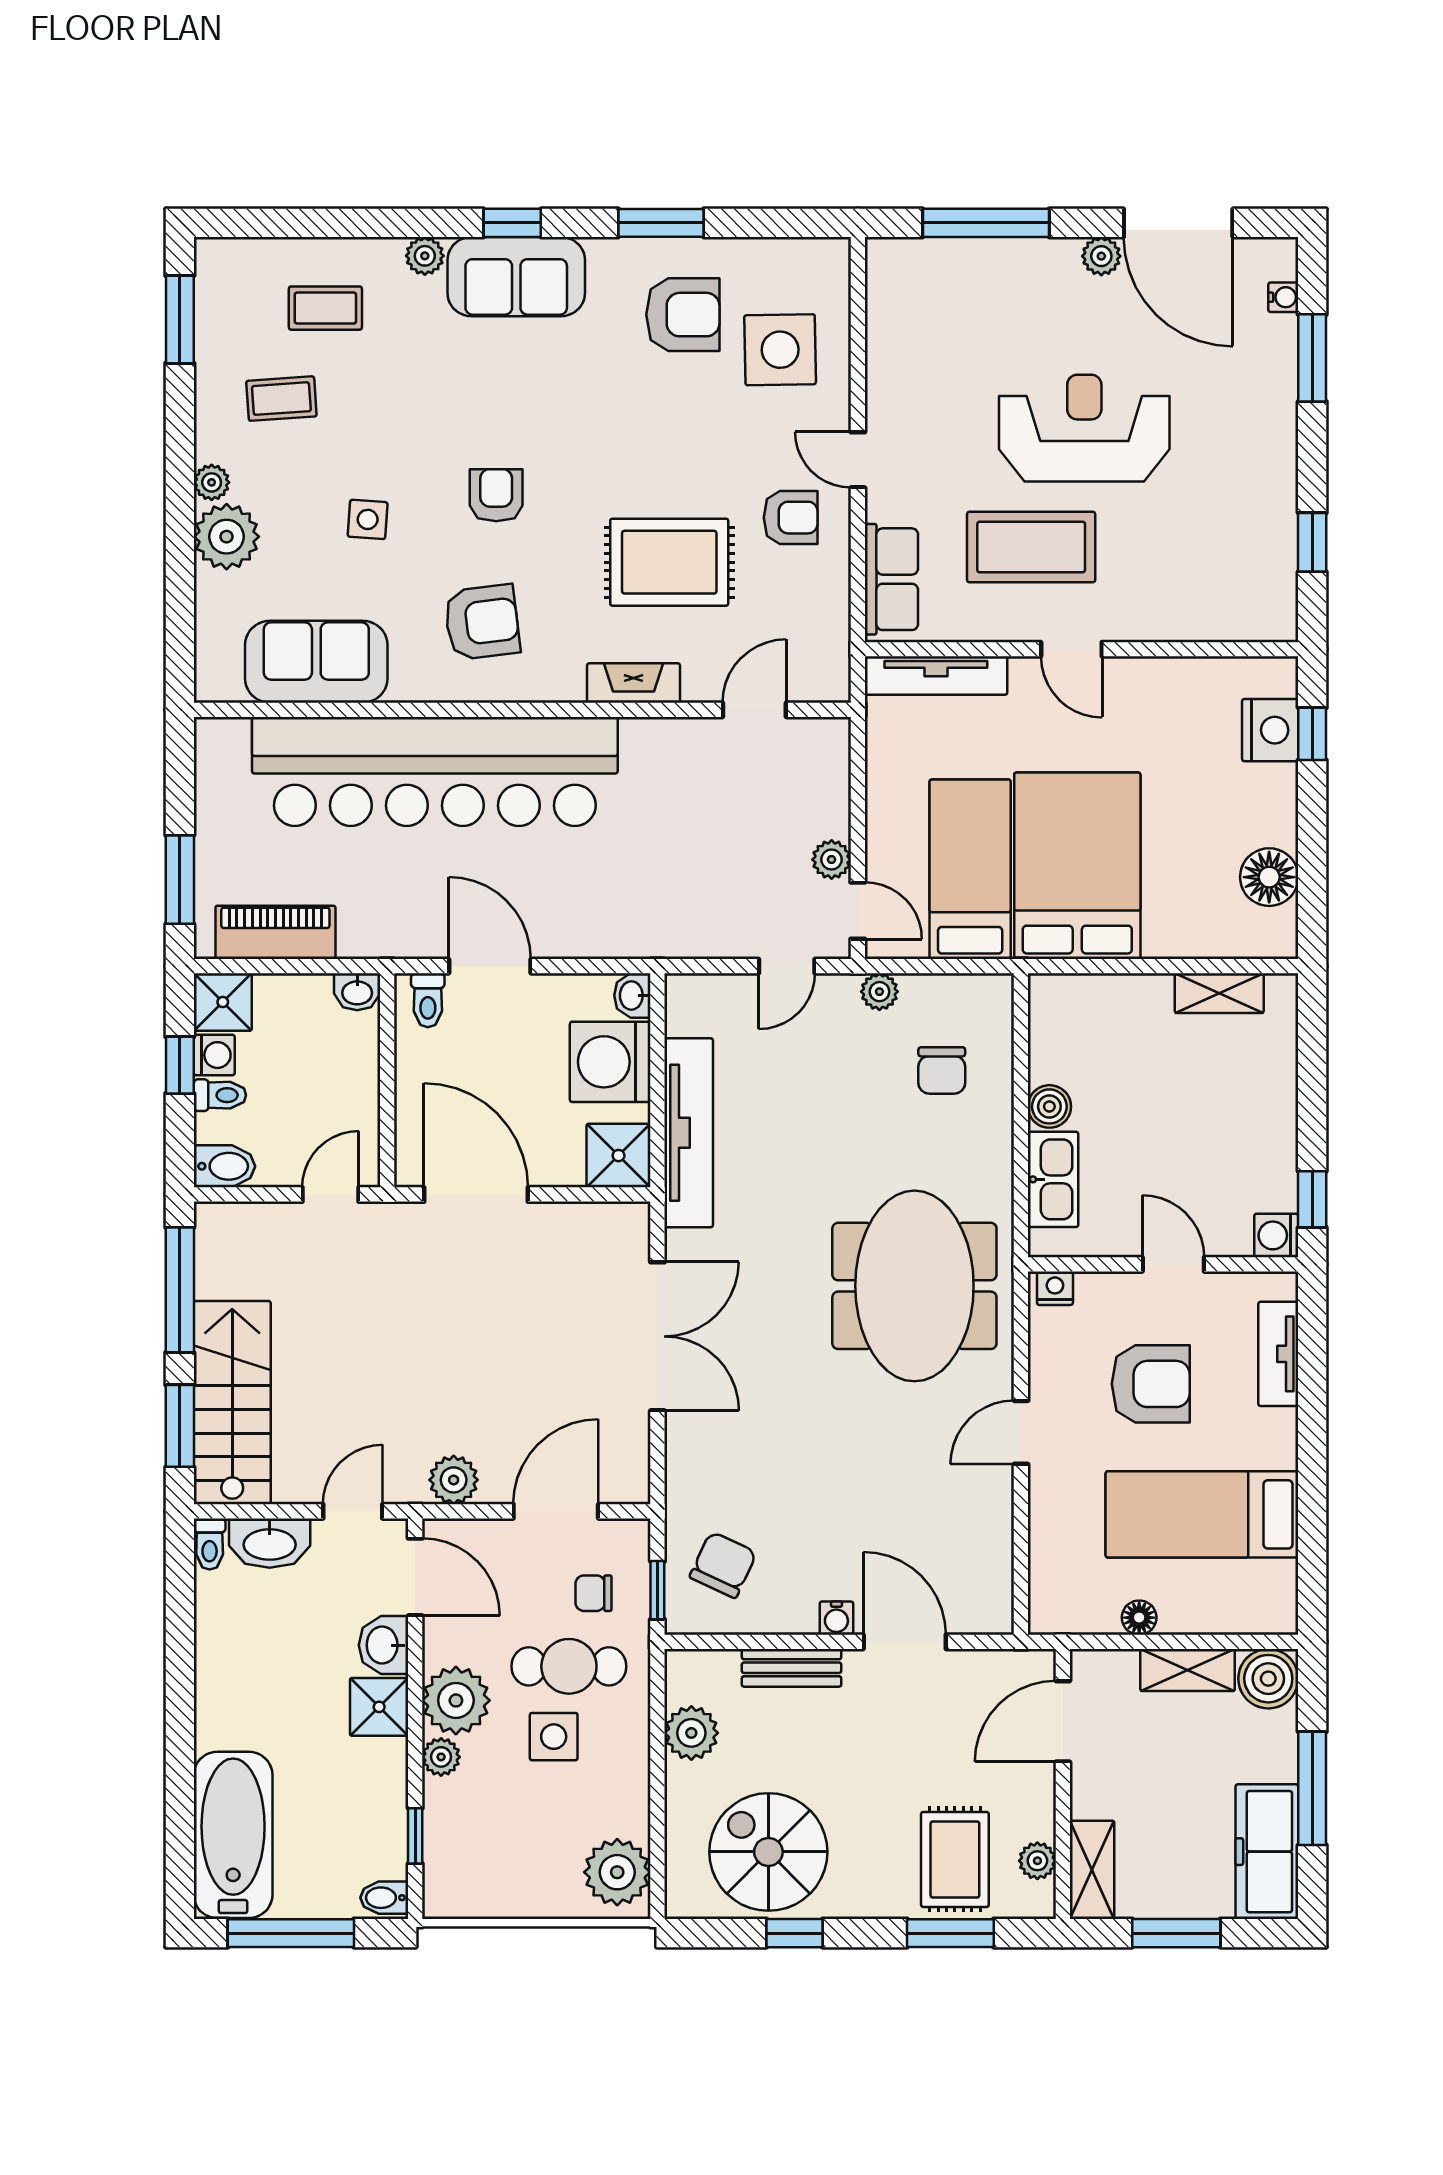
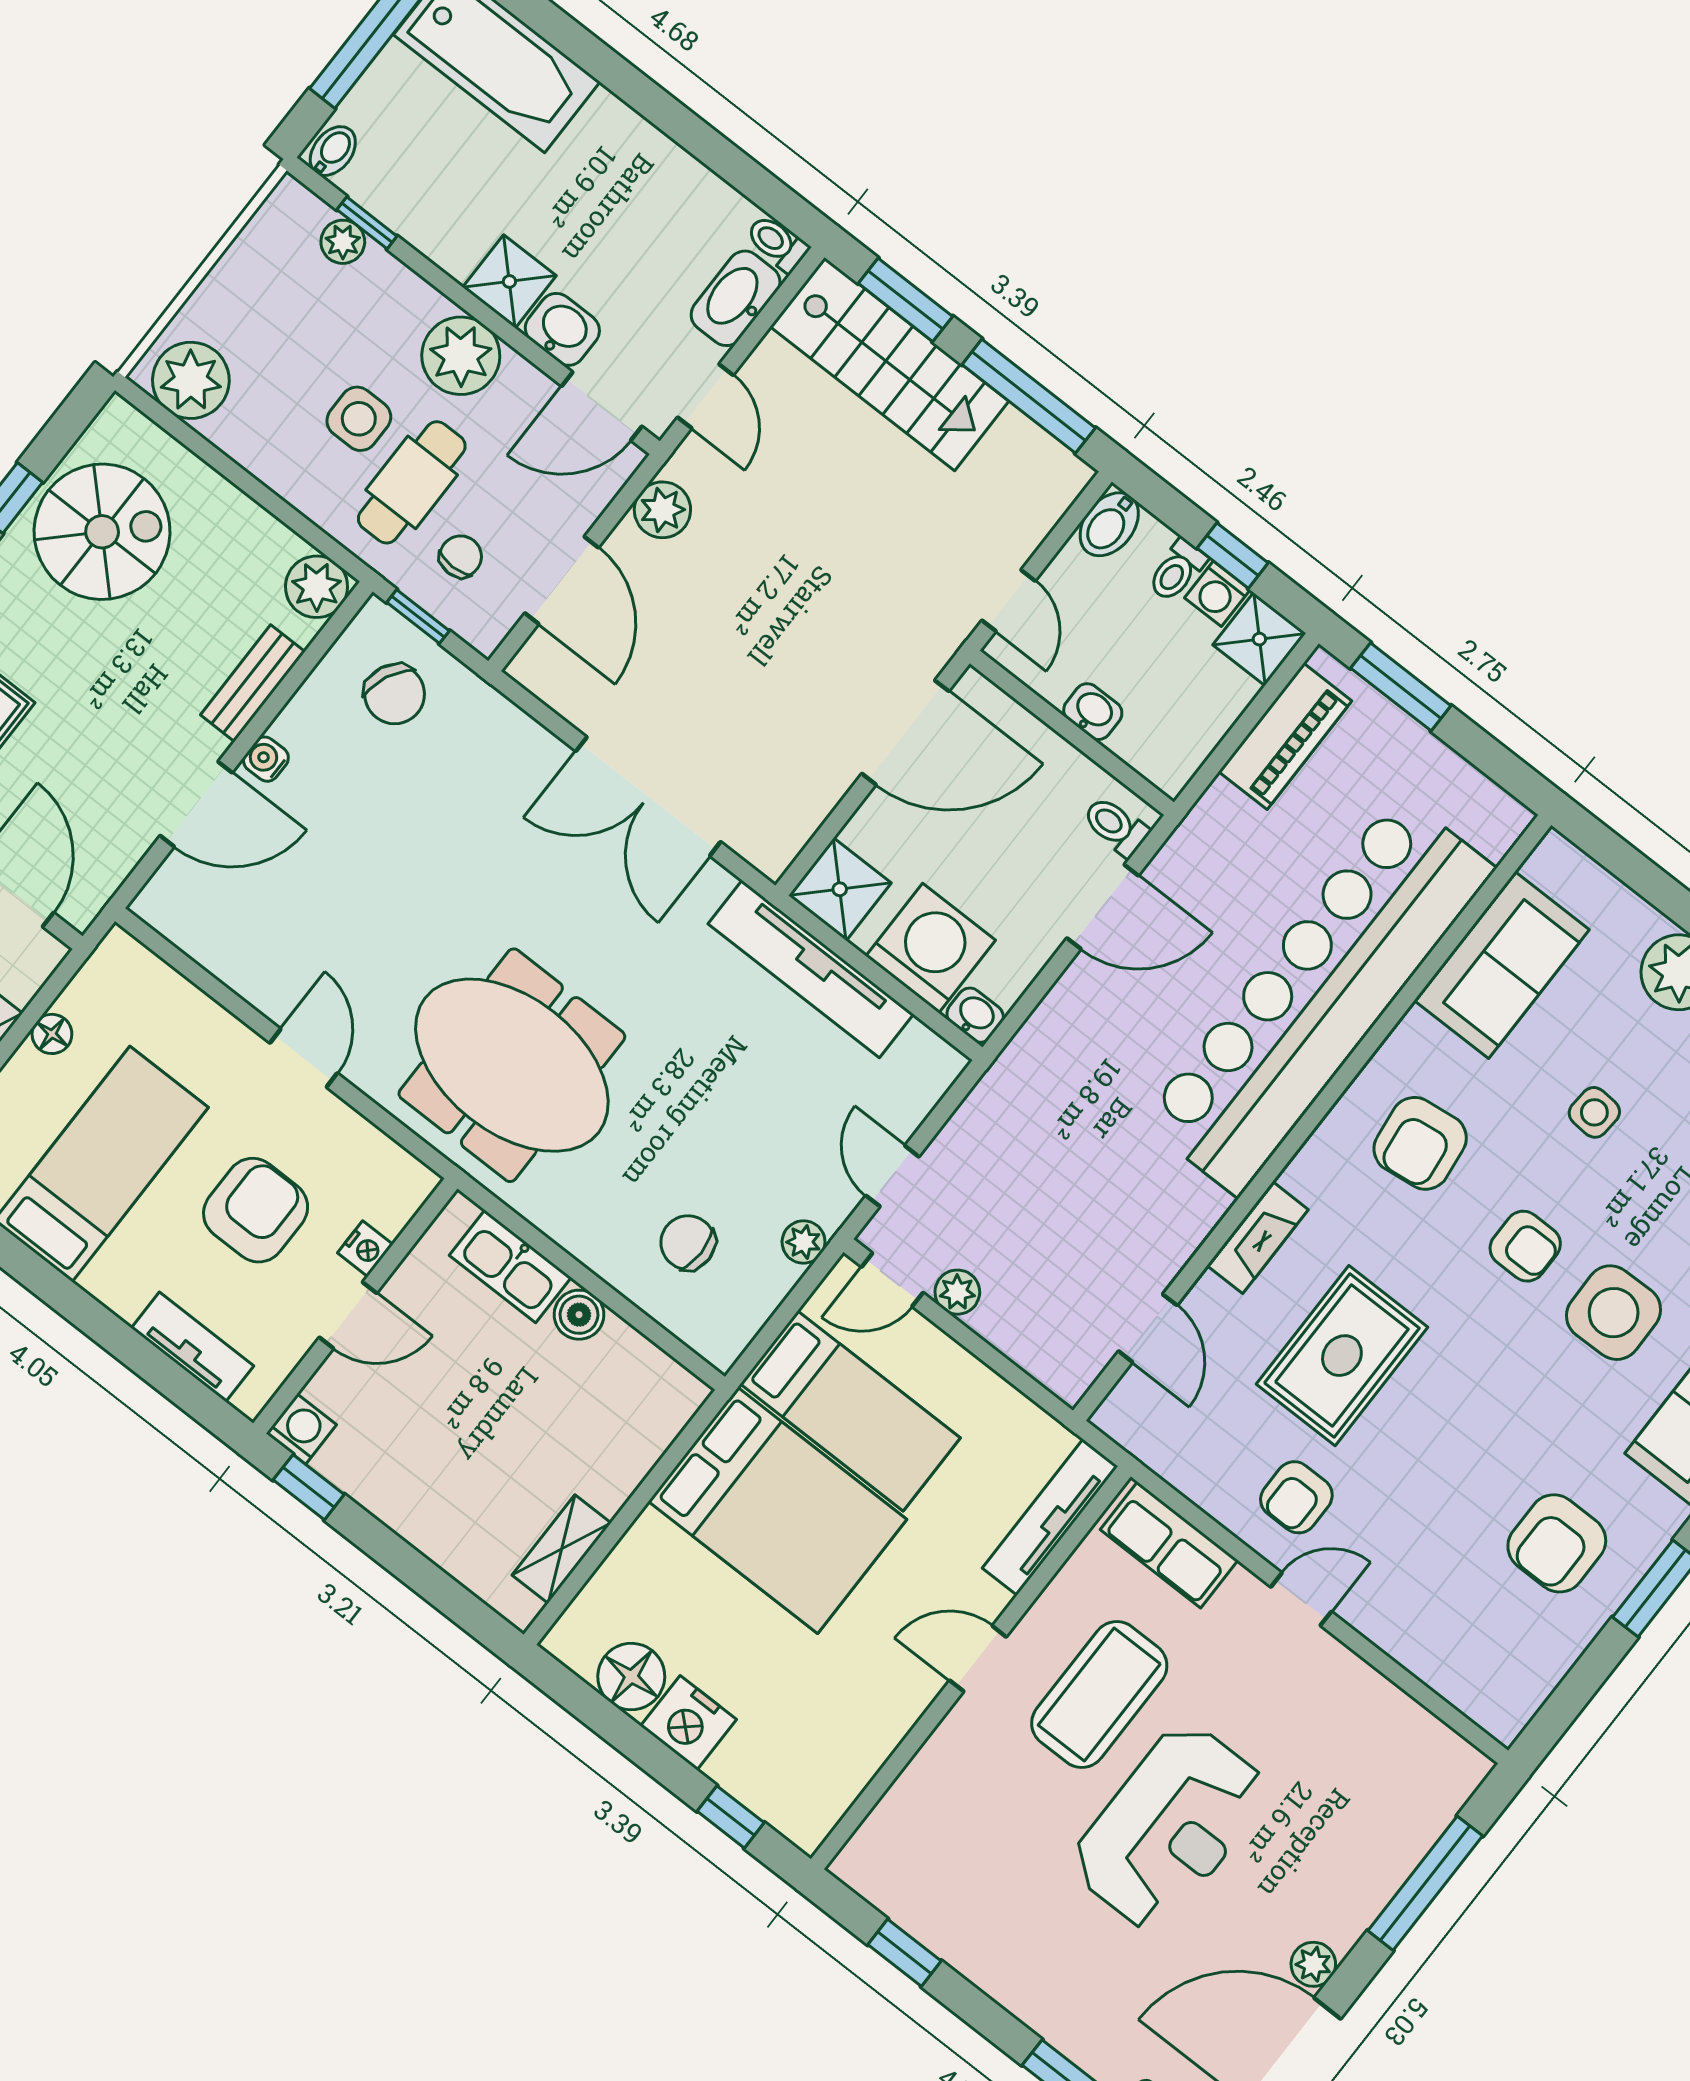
side table: (780, 350) -> (1614, 1313), moved
nightstand: (1270, 730) -> (689, 1723), moved
washbasin: (357, 992) -> (1093, 712), moved, turned 90
nightstand: (1055, 1288) -> (365, 1249), moved
armchair: (1151, 1384) -> (256, 1210), turned 180
plant: (691, 1733) -> (317, 587), moved
plant: (441, 1757) -> (343, 242), moved

